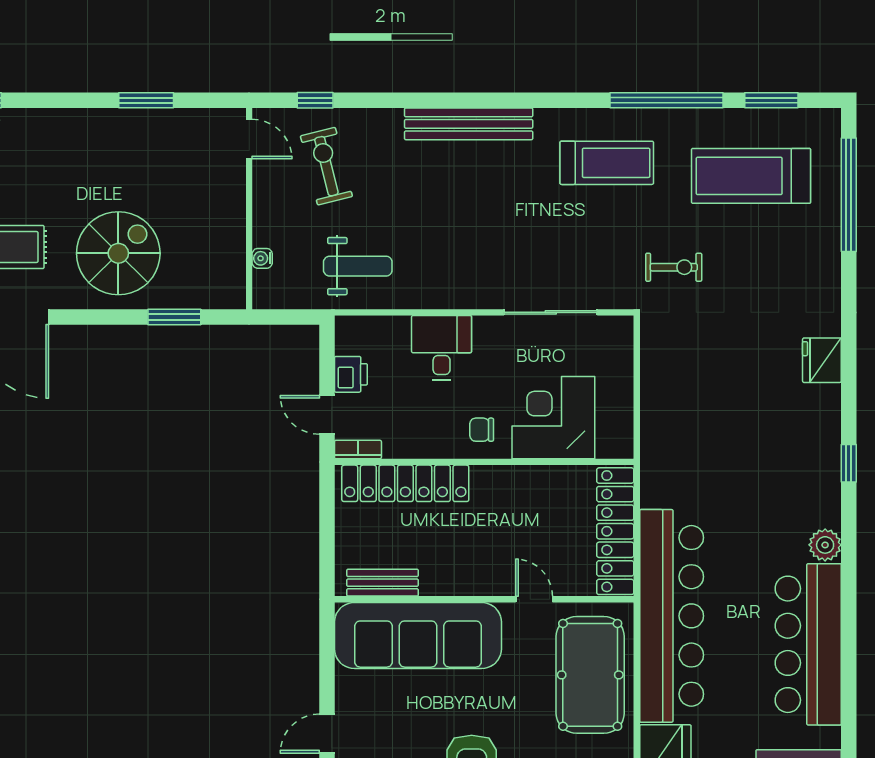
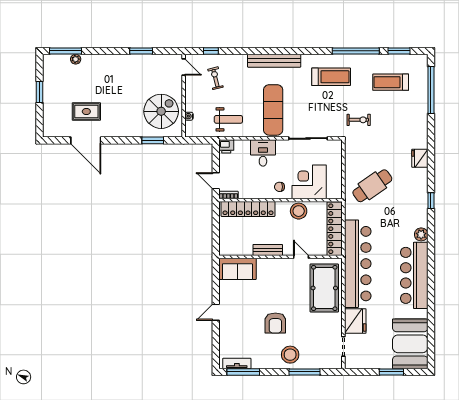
exercise bike: (326, 166) -> (215, 78), width x0.73, depth x0.72
treadmill: (751, 176) -> (391, 82), width x0.73, depth x0.73
exercise mat: (466, 243) -> (273, 110), added
spiral stairs: (118, 253) -> (161, 111), moved
printer: (351, 374) -> (226, 146), moved, turned 90
cafe table: (707, 427) -> (372, 186), added
stool: (528, 488) -> (299, 211), added
bench: (383, 583) -> (268, 250), moved
sofa: (418, 635) -> (237, 269), width x0.54, depth x0.79

